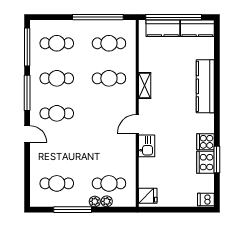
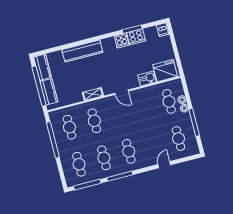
door: (27, 134) -> (164, 165), moved
kitchen sink: (147, 146) -> (147, 78), moved
fridge: (148, 196) -> (165, 71), width x1.88, depth x1.34

